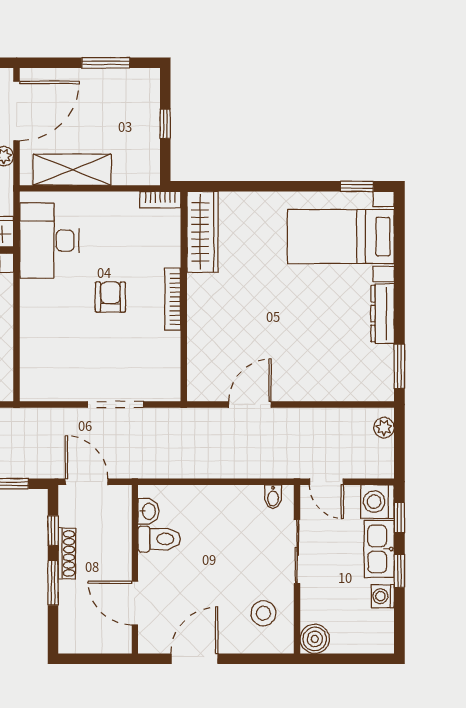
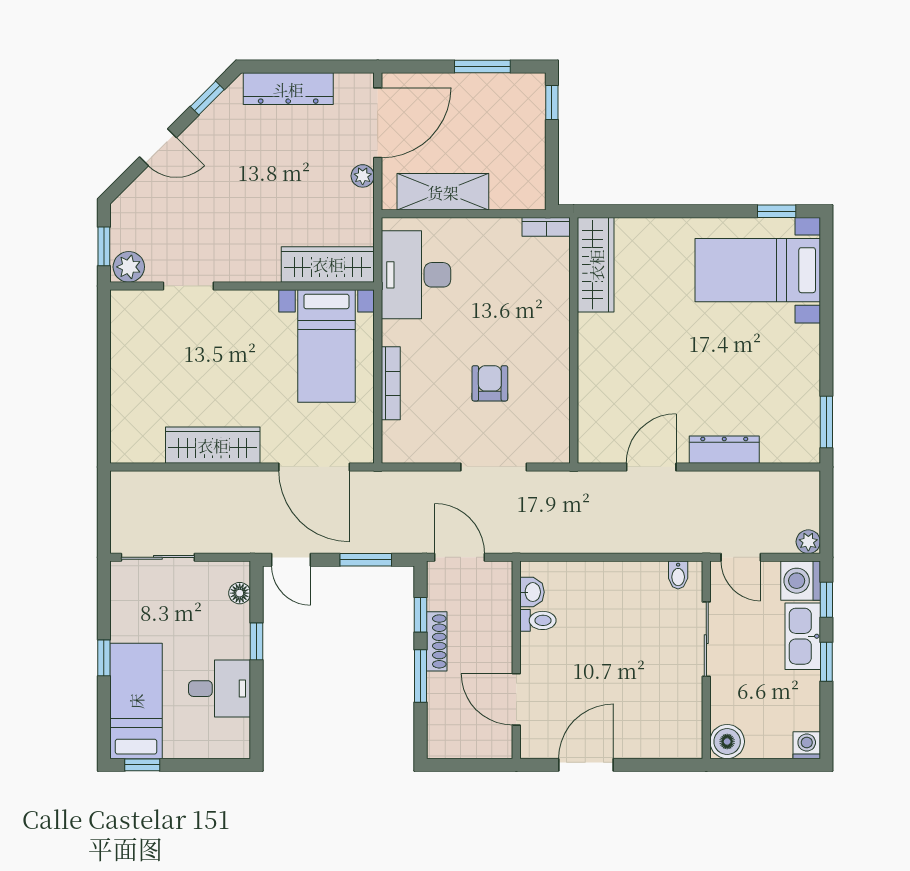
window: (165, 124) -> (552, 103), moved
armchair: (110, 297) -> (490, 383), moved
bookcase: (173, 299) -> (391, 383), moved, turned 180
dresser: (383, 314) -> (724, 450), moved, turned 90
plant: (384, 428) -> (808, 542), moved
toilet: (159, 539) -> (538, 620), width x0.73, depth x0.72
washing machine: (383, 596) -> (807, 745), moved, turned 90
stool: (263, 613) -> (667, 712), removed

